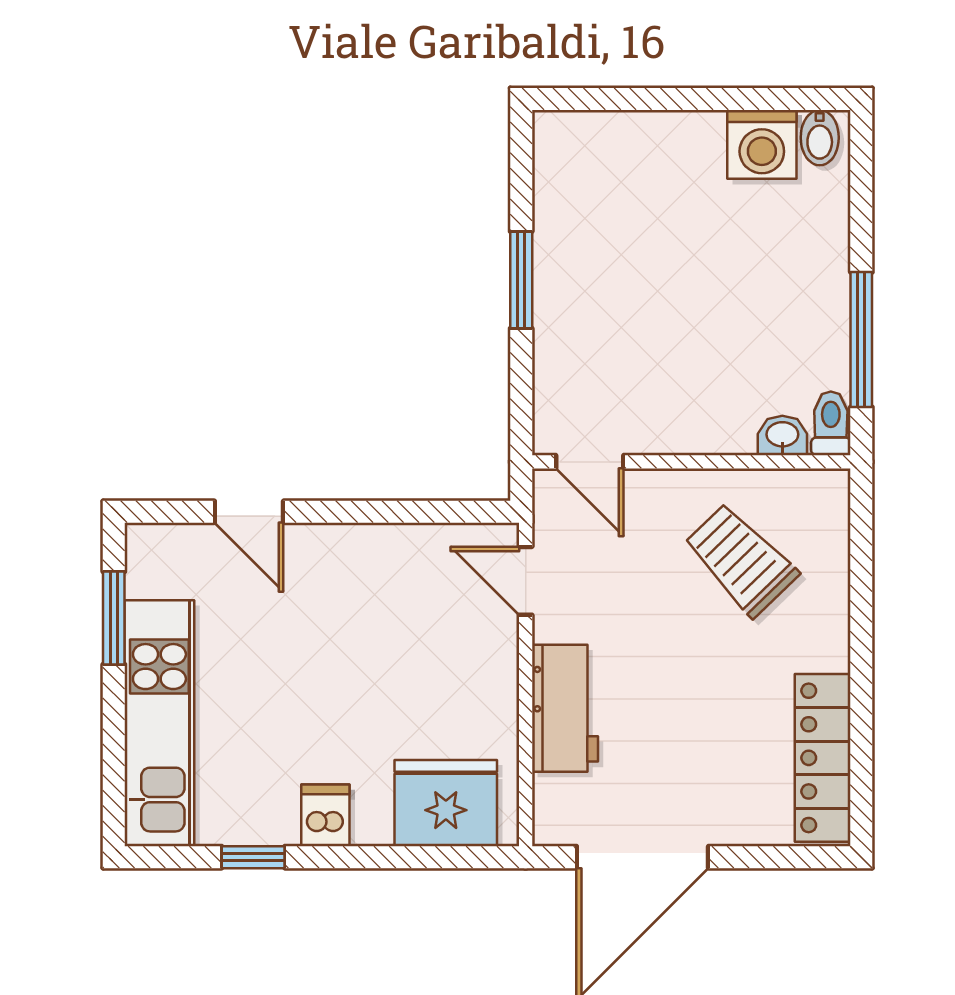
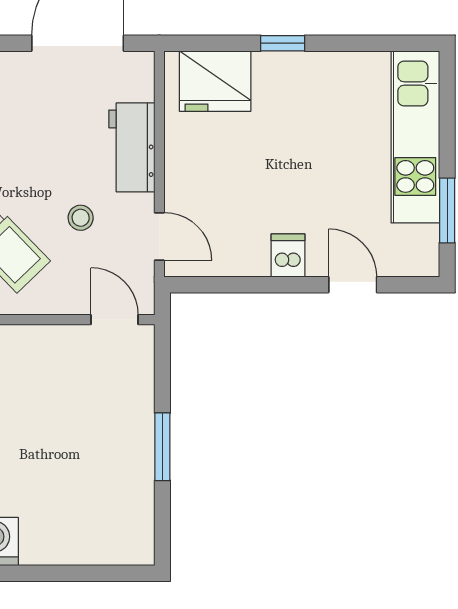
stool: (638, 608) -> (81, 218), added
dishwasher: (325, 815) -> (288, 255), moved, turned 180
window: (253, 857) -> (283, 43), moved

